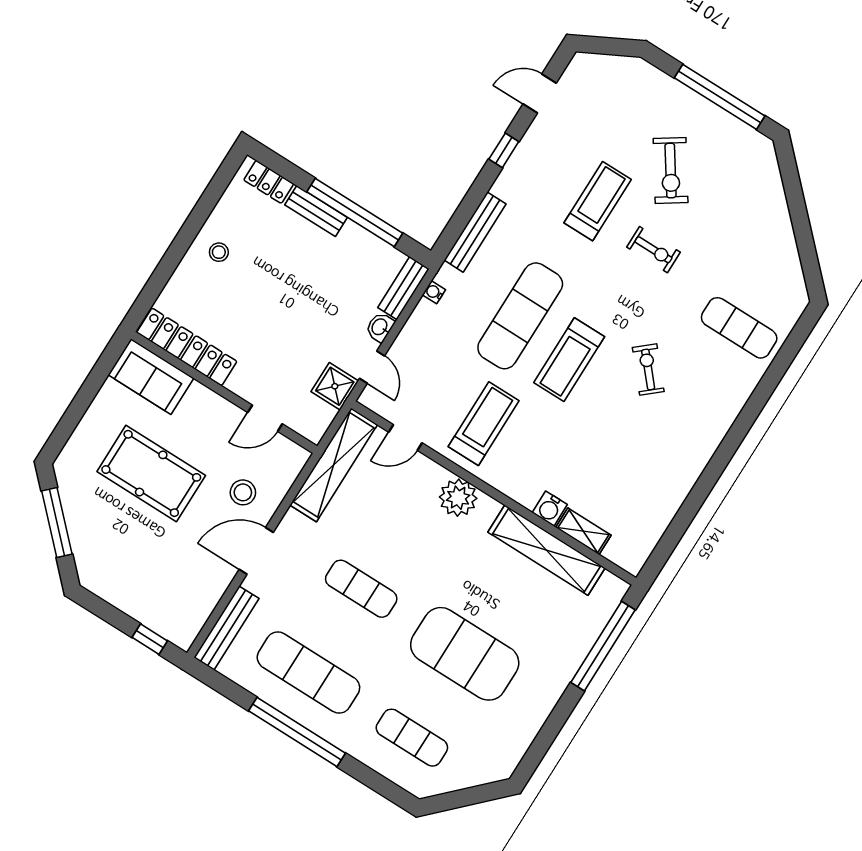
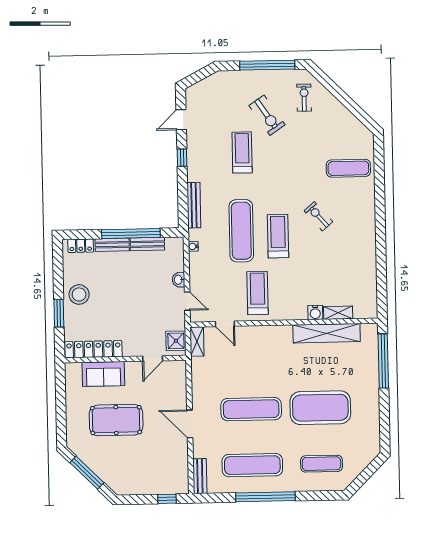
exercise bike: (653, 250) -> (304, 98), moved, turned -90
stool: (219, 252) -> (79, 294), width x1.89, depth x1.89
window: (171, 260) -> (59, 313), added
bench: (403, 288) -> (147, 244), moved, turned 90
treadmill: (569, 360) -> (278, 236), turned 180
sofa: (151, 377) -> (103, 374), moved
shower: (335, 386) -> (176, 341), moved
door: (405, 437) -> (225, 324), hinge flipped
shelving: (334, 465) -> (197, 342), width x0.45, depth x0.75
stool: (243, 492) -> (165, 400), removed
plant: (458, 498) -> (269, 336), removed
door: (256, 551) -> (190, 424), hinge flipped
exercise mat: (361, 589) -> (251, 409), width x1.36, depth x1.45
bench: (226, 628) -> (200, 476), width x0.73

